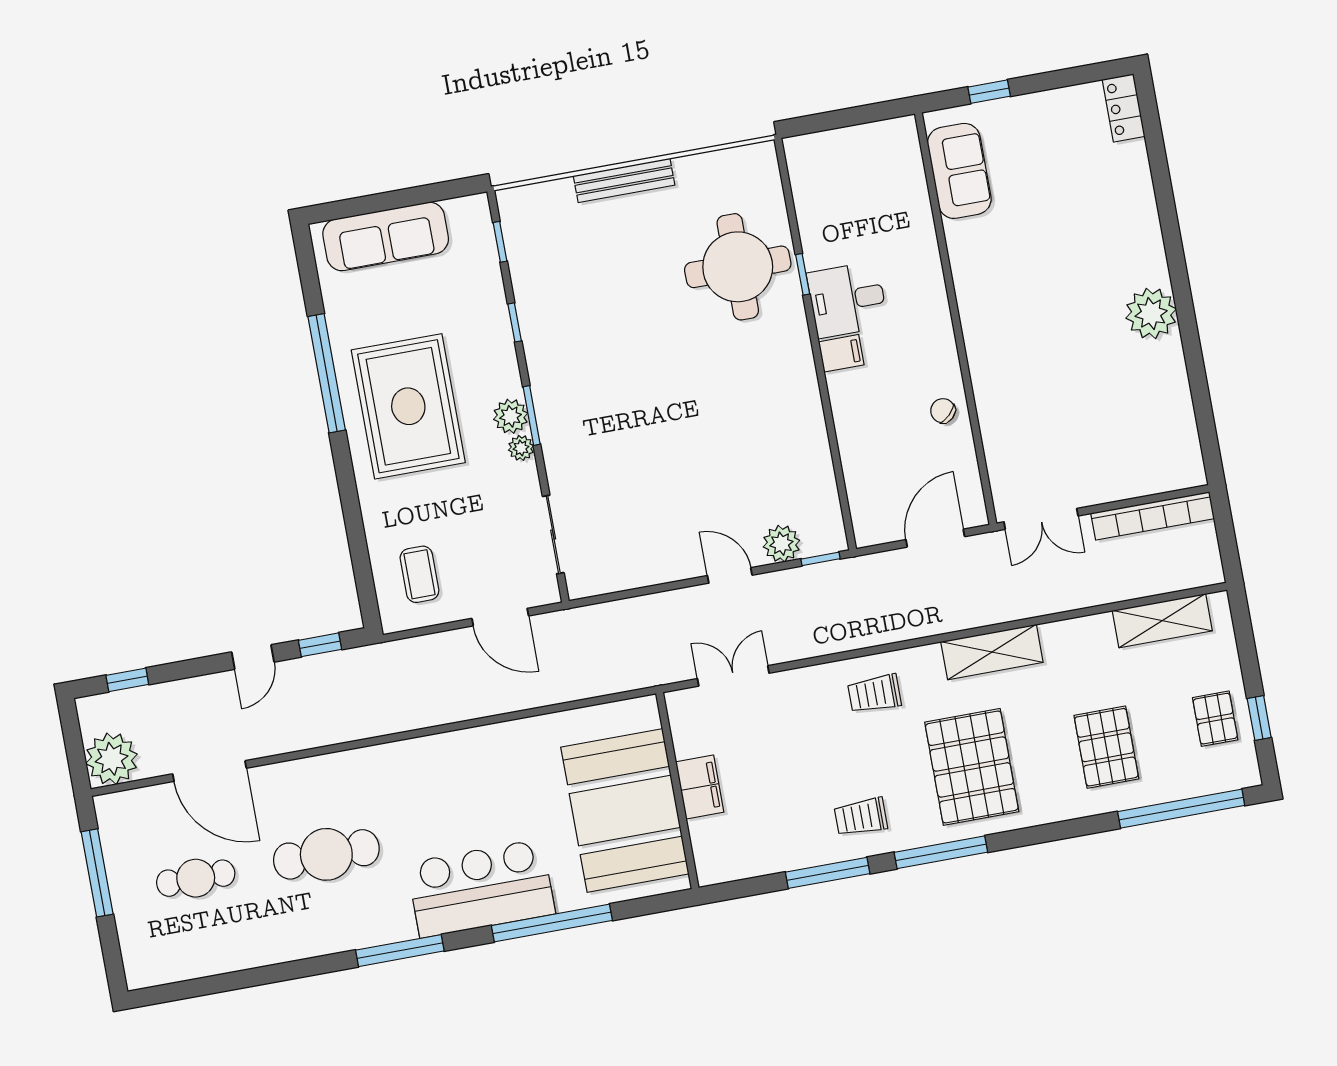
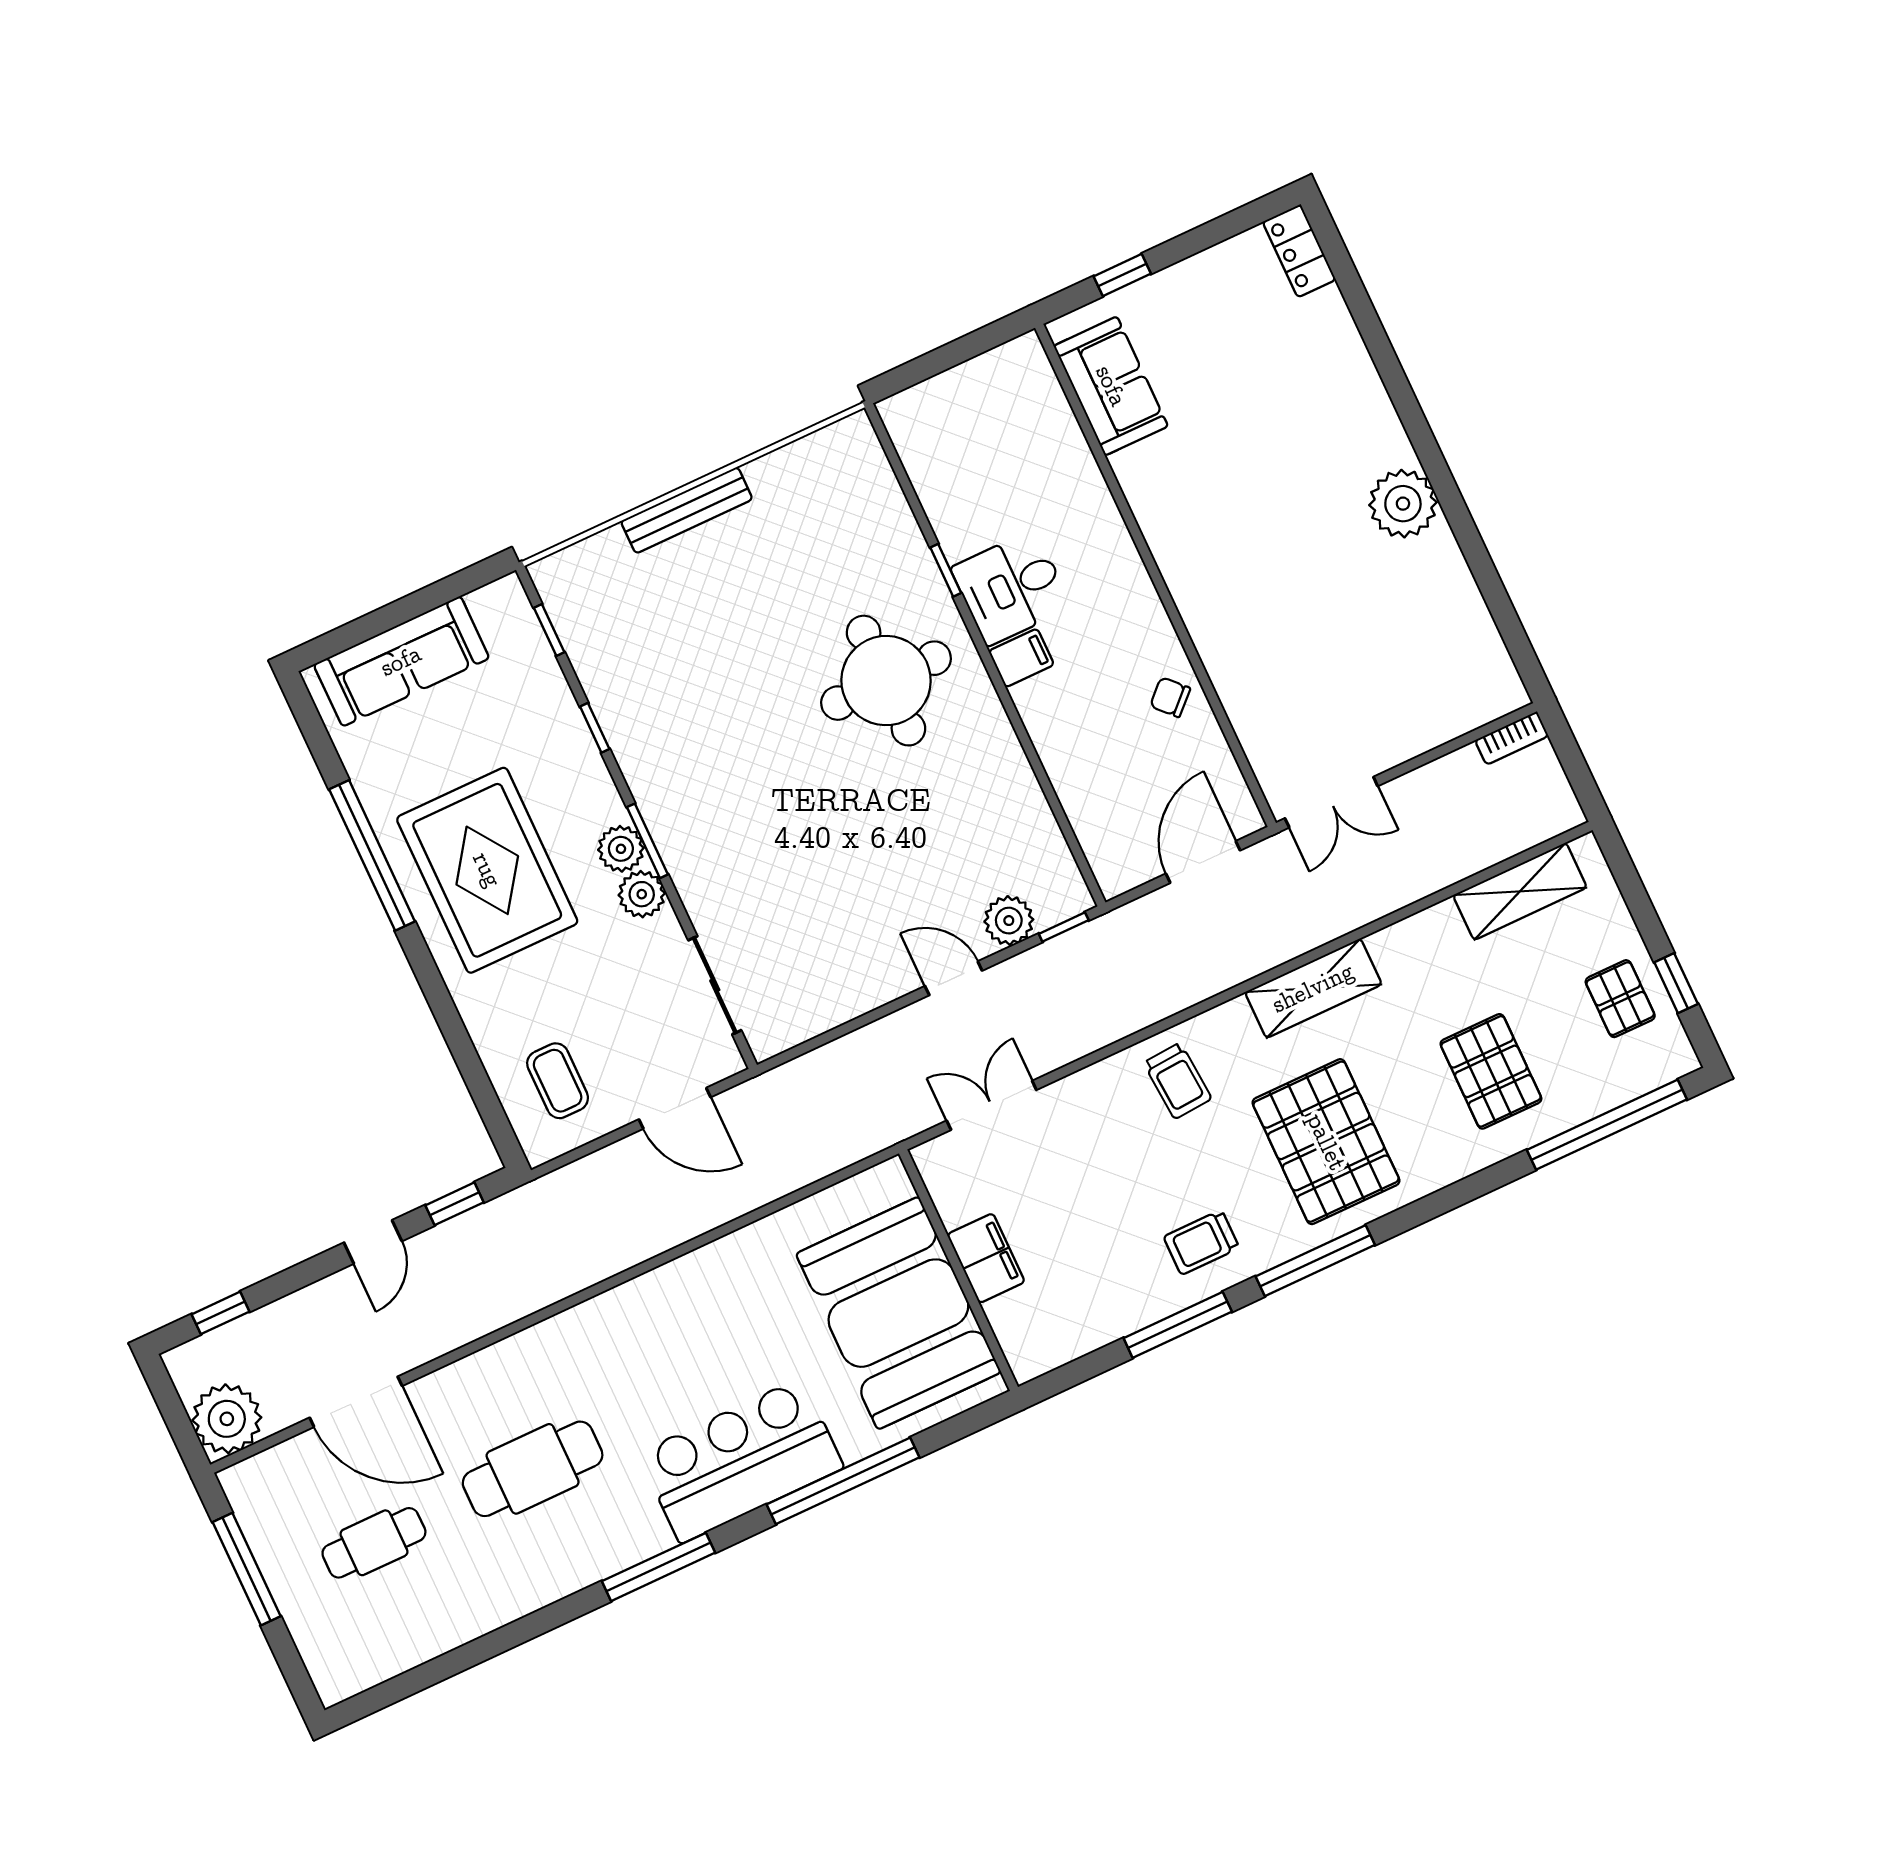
round table: (738, 267) -> (886, 681), moved
plant: (521, 448) -> (642, 894), width x1.38, depth x1.38
bookcase: (1153, 516) -> (1512, 738), width x0.43, depth x0.76
trolley: (874, 694) -> (1178, 1081), turned -94

